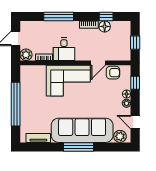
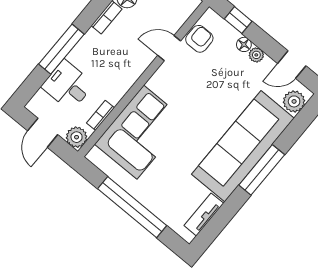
desk: (64, 49) -> (68, 85), moved, turned 180
door: (98, 63) -> (169, 48), swing flipped
corner sofa: (68, 81) -> (140, 132), moved

